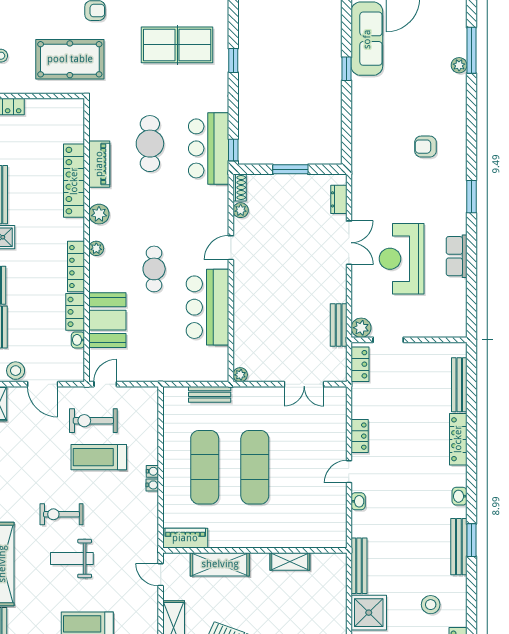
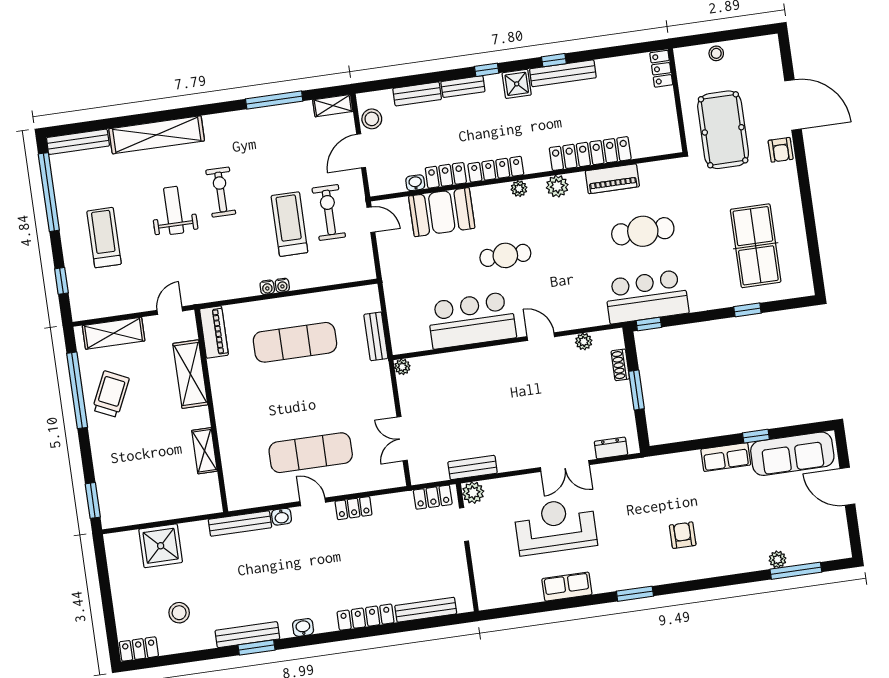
row of seats: (361, 98) -> (726, 457), added
shoe rack: (240, 188) -> (620, 365), moved, turned 90
exercise mat: (255, 467) -> (311, 453), moved
bench: (359, 566) -> (240, 523), moved

